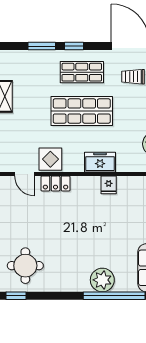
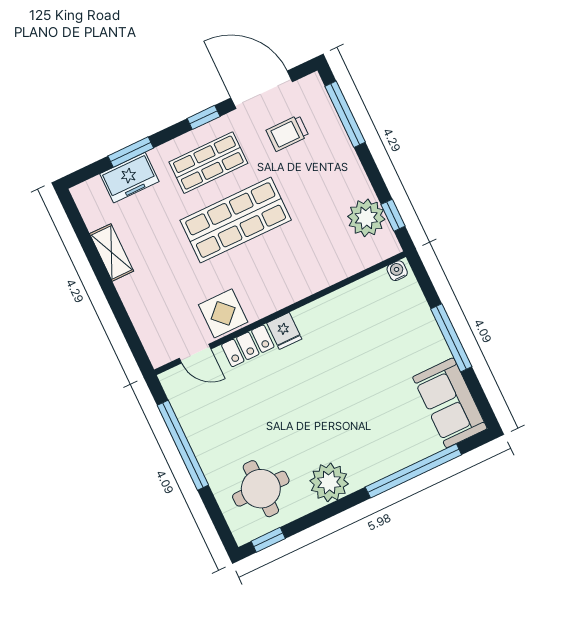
window: (74, 46) -> (204, 117), moved
freezer: (100, 162) -> (129, 178), moved, turned 180
fridge: (109, 185) -> (284, 331), moved
plant: (102, 280) -> (329, 482), moved

